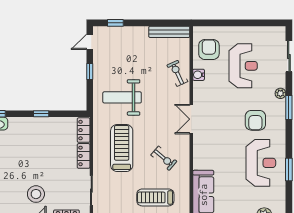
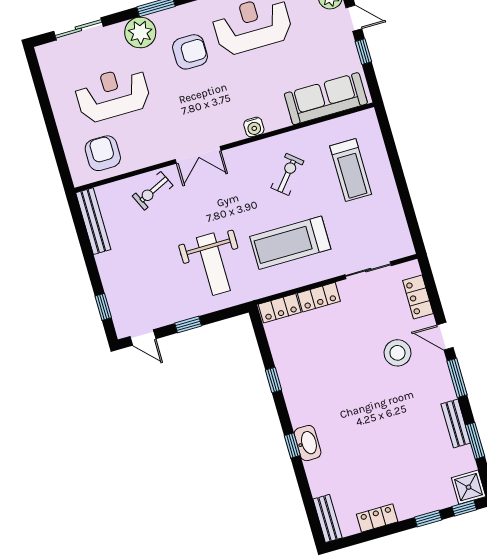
armchair: (209, 50) -> (103, 153), turned 90
water cooler: (199, 75) -> (254, 127), moved
plant: (280, 93) -> (140, 32), width x1.88, depth x1.88
double door: (191, 119) -> (198, 155), moved

